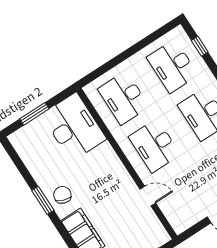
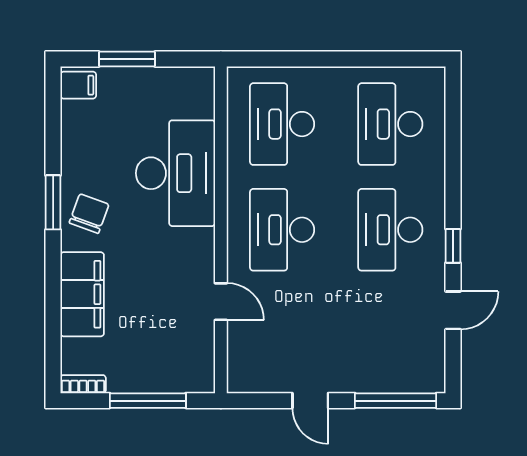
window: (200, 46) -> (453, 120), removed
desk: (74, 127) -> (175, 173), moved
filing cabinet: (20, 140) -> (78, 85), added

